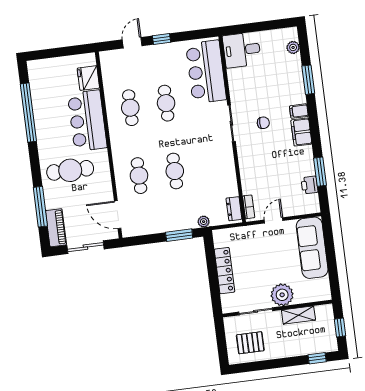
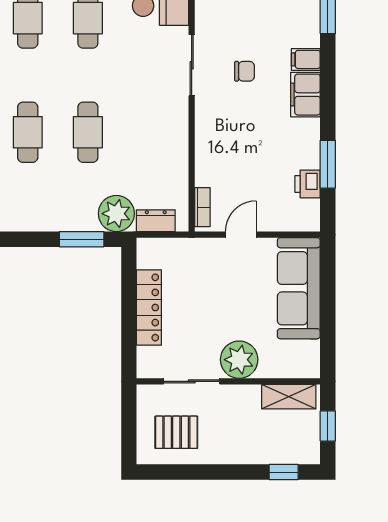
dresser: (234, 209) -> (156, 221), moved, turned 90
plant: (204, 222) -> (116, 214), width x1.88, depth x1.88
shelving: (298, 315) -> (289, 397), moved

